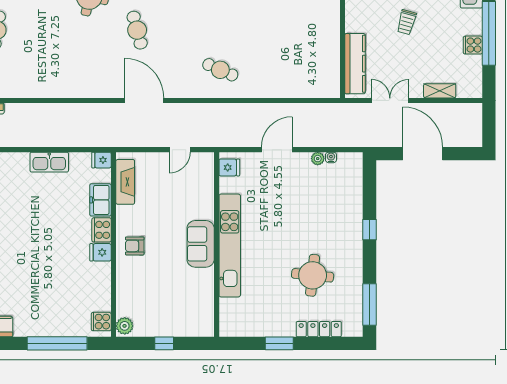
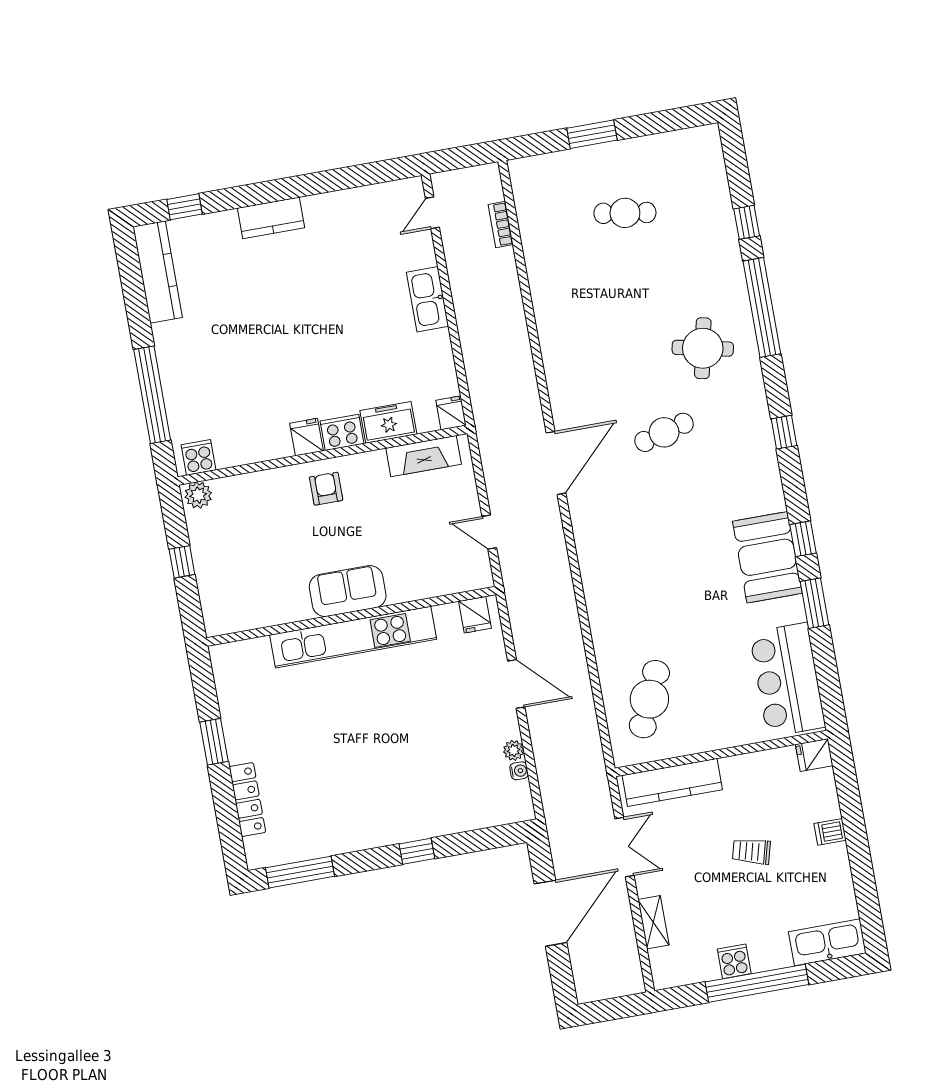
cafe table: (220, 70) -> (649, 699), moved, width x1.37, depth x1.35
kitchen sink: (49, 162) -> (427, 299), moved
round table: (313, 275) -> (330, 775), removed

